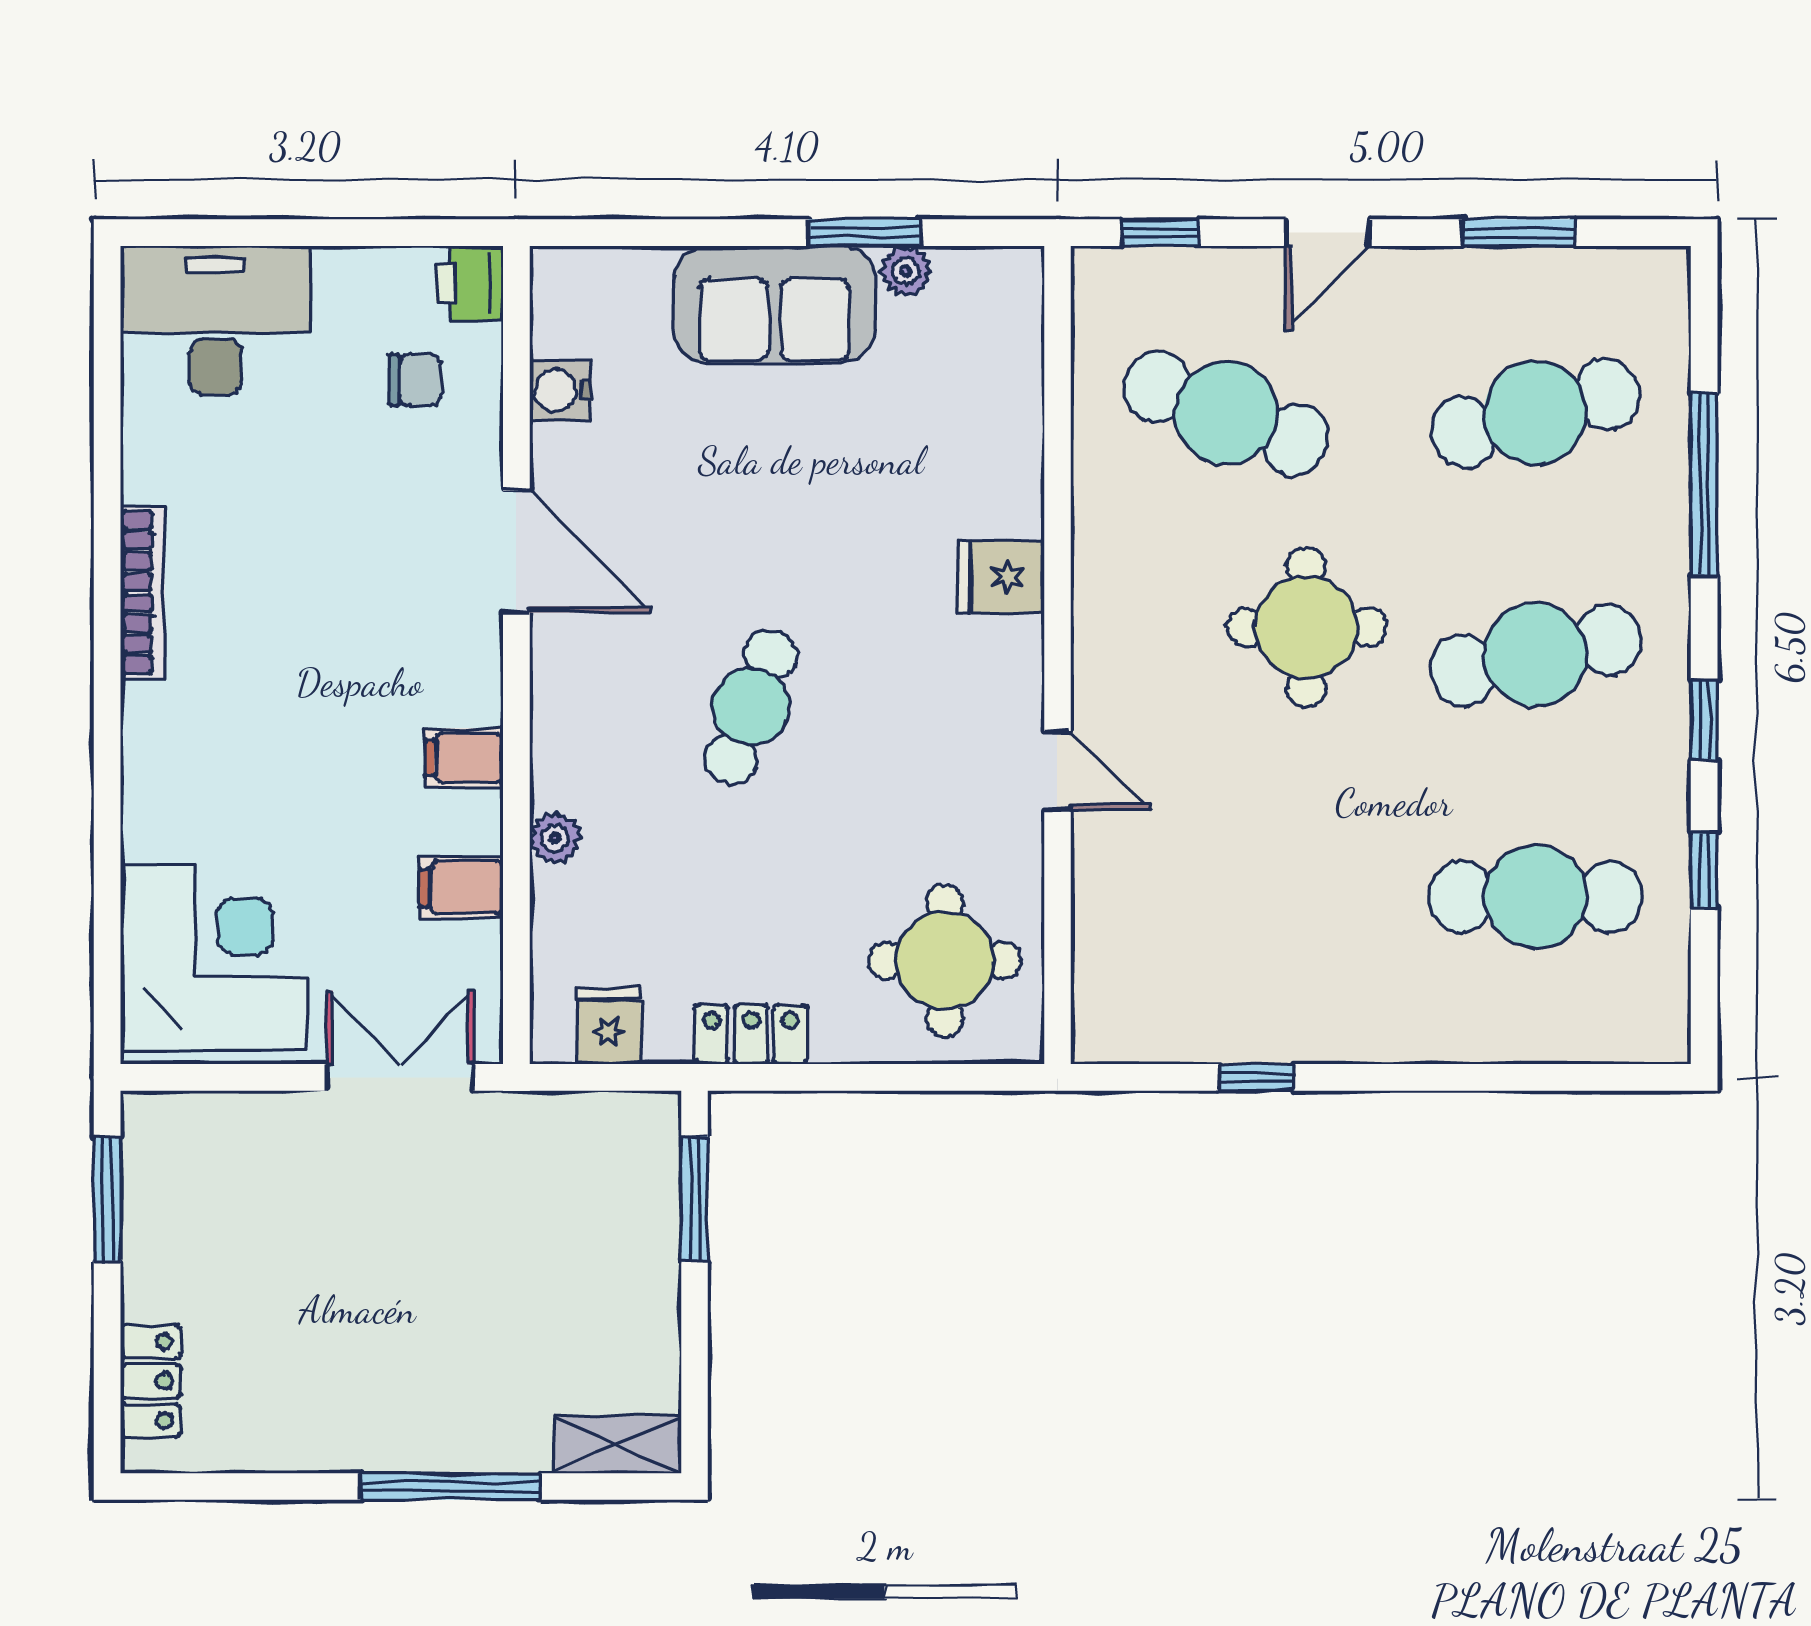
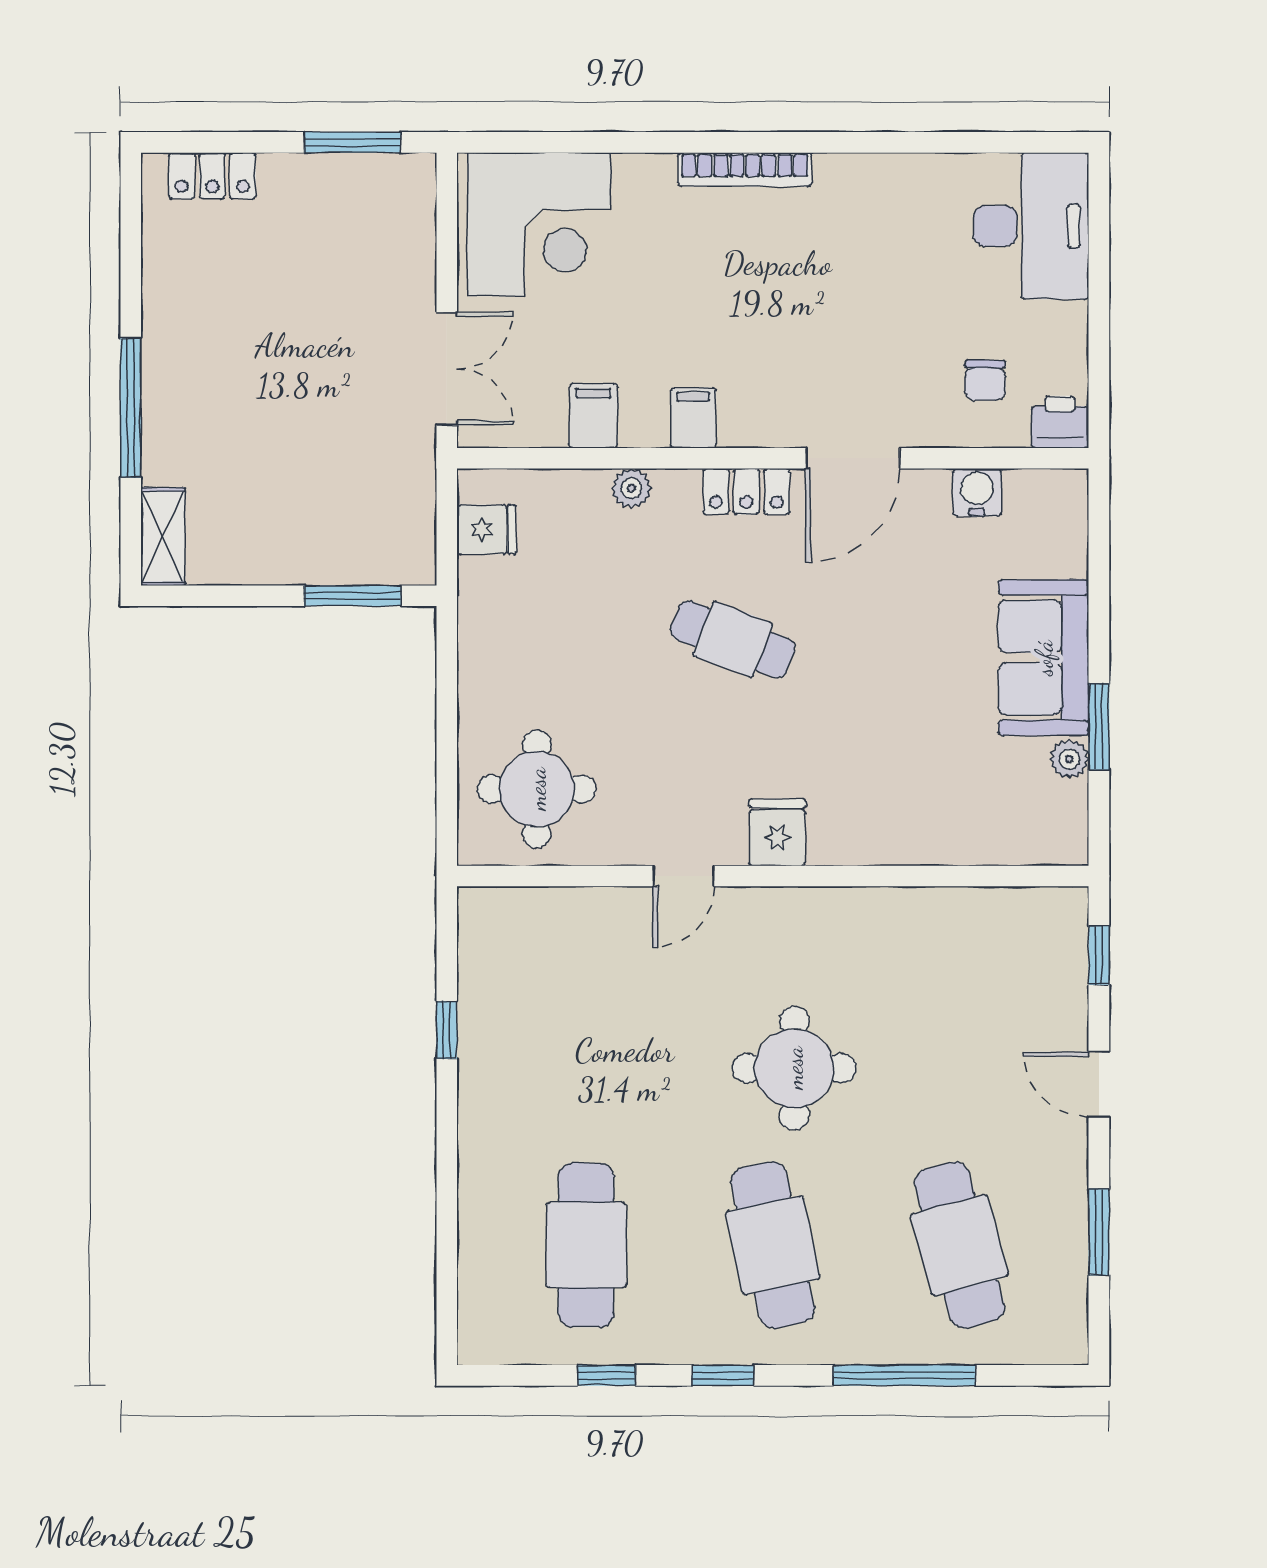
cafe table: (1226, 413) -> (960, 1006), removed
fridge: (1001, 577) -> (777, 832), moved
bookcase: (143, 592) -> (745, 170), moved
locker: (751, 1034) -> (746, 491), moved, turned 90

